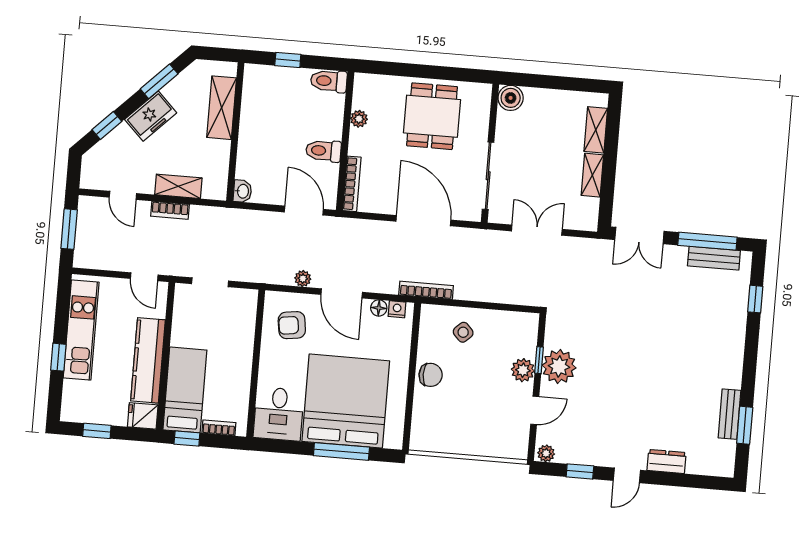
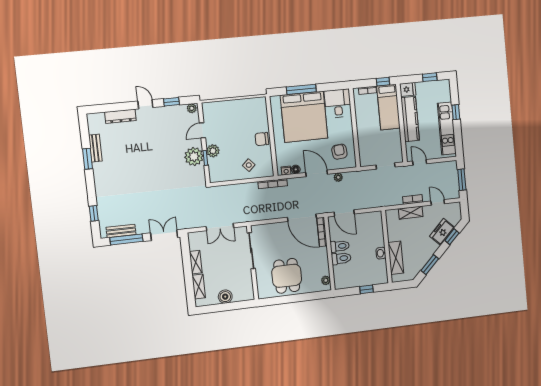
toilet: (329, 81) -> (341, 258), moved
boiler: (511, 98) -> (225, 297), moved
freezer: (151, 116) -> (442, 232), moved
plant: (359, 119) -> (326, 280), moved
washbasin: (242, 191) -> (381, 253), moved
door: (423, 221) -> (302, 218), moved
armchair: (292, 325) -> (339, 152), turned -88
window: (745, 425) -> (87, 159), moved
dresser: (666, 461) -> (120, 116), width x1.44
door: (627, 475) -> (145, 104), hinge flipped

